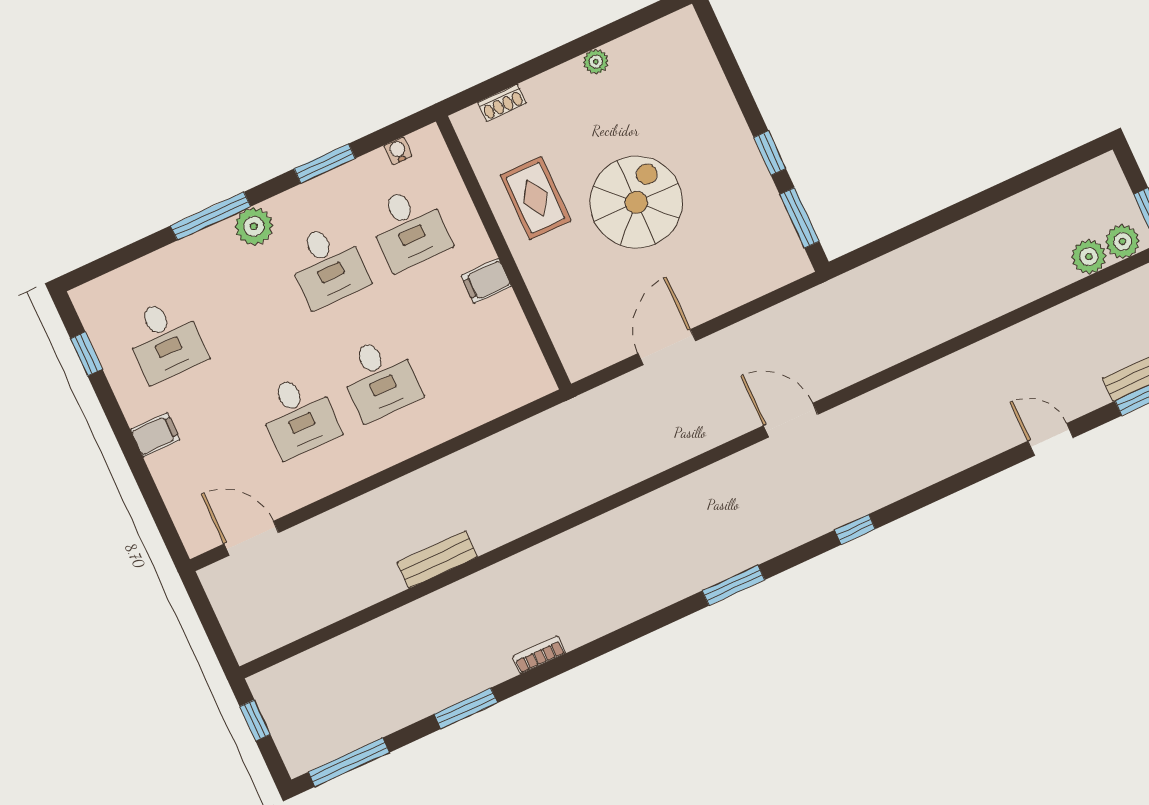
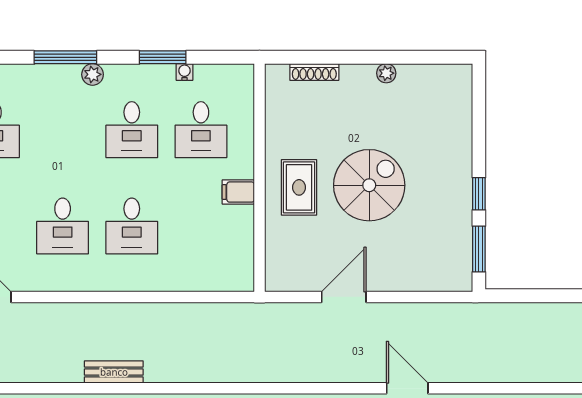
shoe rack: (502, 103) -> (314, 72), width x1.43
water cooler: (398, 151) -> (184, 72), moved
rug: (535, 198) -> (299, 187), moved
plant: (254, 226) -> (93, 74), width x0.73, depth x0.73

